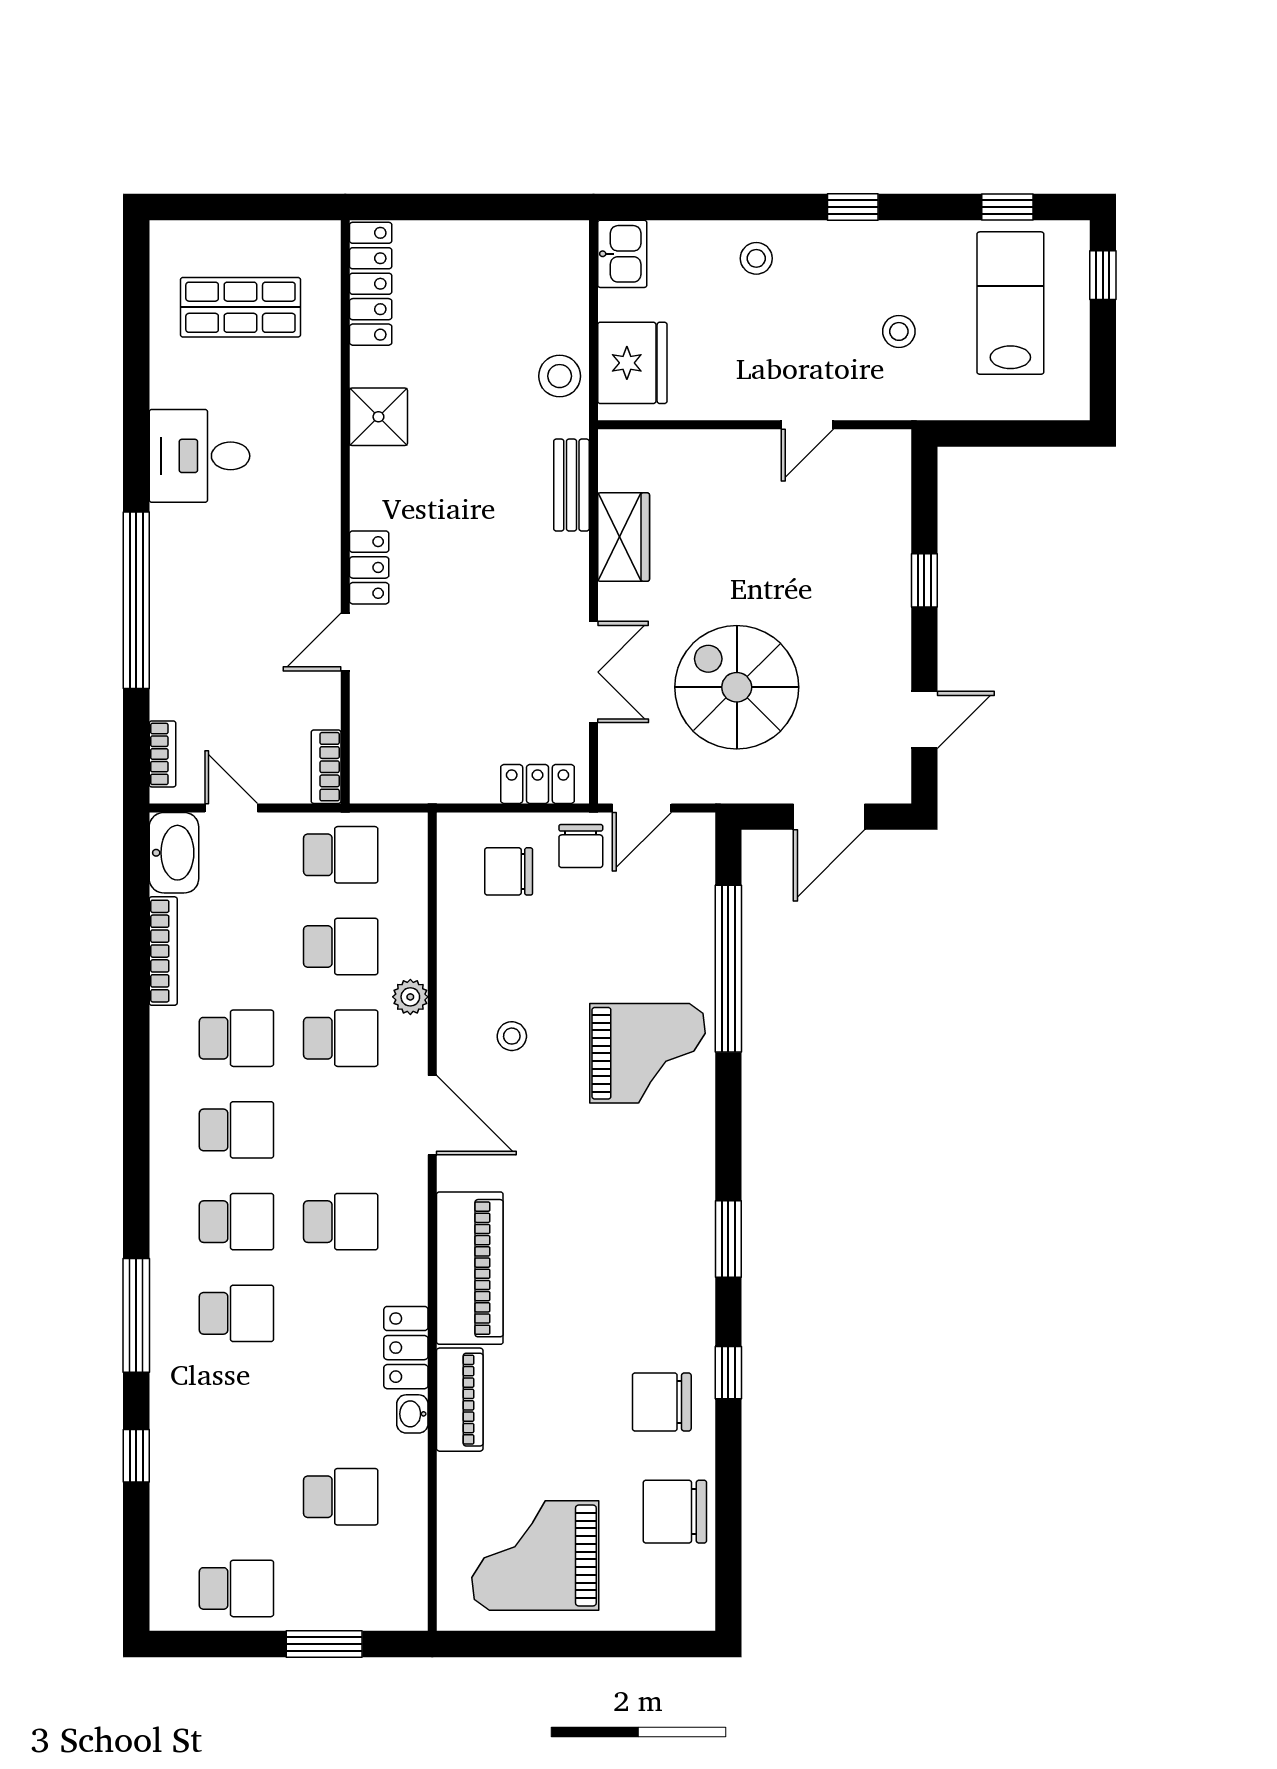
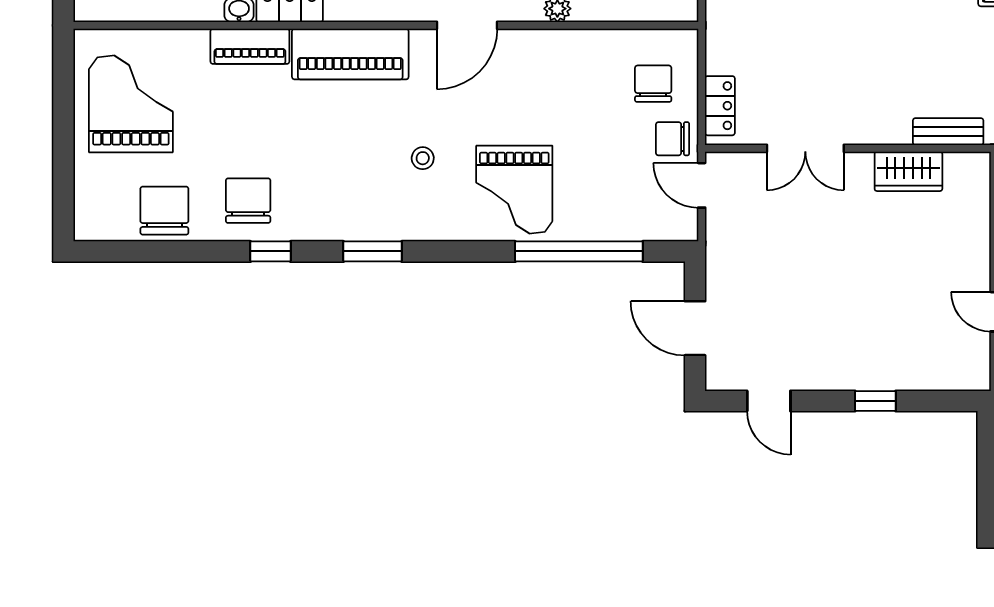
spiral stairs: (737, 687) -> (794, 258), removed
stool: (512, 1036) -> (423, 158), moved

